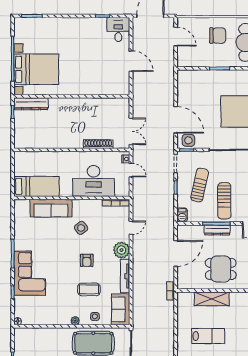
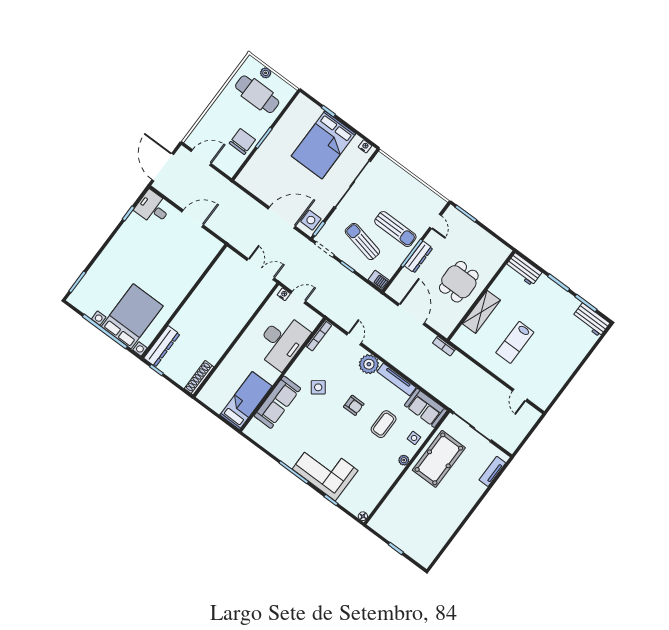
chair: (218, 36) -> (242, 142), moved
shoe rack: (98, 144) -> (199, 378), moved
lab bench: (208, 336) -> (515, 342), turned 180

